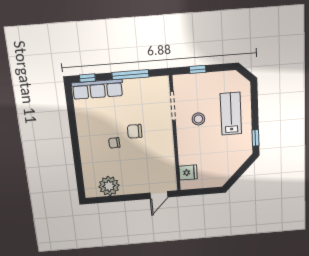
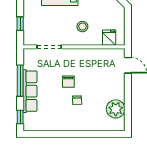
row of seats: (97, 89) -> (30, 91), moved
stool: (198, 119) -> (82, 27), moved

